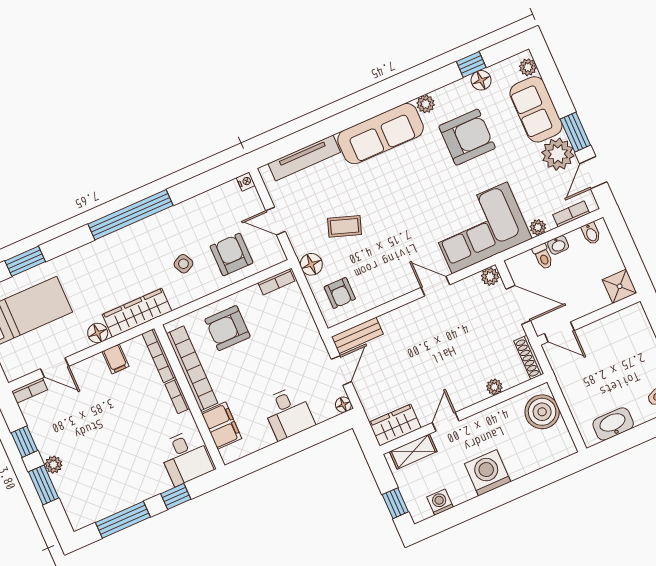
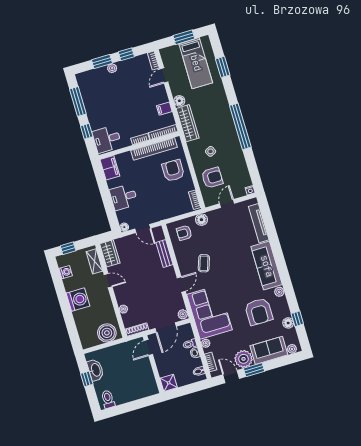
coffee table: (345, 226) -> (204, 263), moved
bench: (357, 335) -> (165, 254), moved
filing cabinet: (221, 426) -> (110, 168), moved, turned -90
window: (632, 438) -> (87, 379), added

